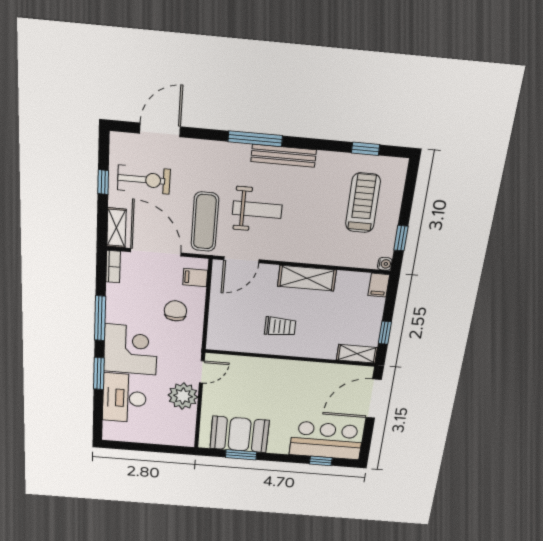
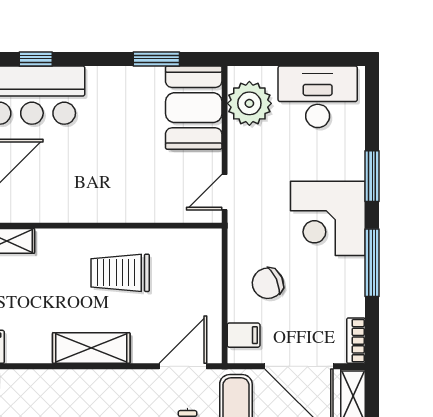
chair: (175, 311) -> (268, 283), turned 66
trolley: (280, 327) -> (120, 273), width x1.36, depth x1.39
plant: (183, 396) -> (249, 103), moved
desk: (124, 398) -> (318, 97), moved, turned -90
booth: (240, 434) -> (194, 108), moved, turned 90

